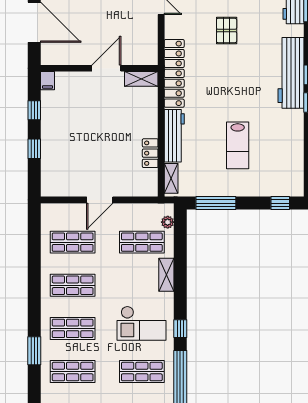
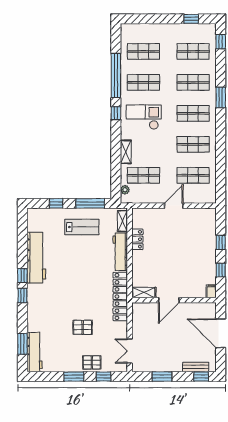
pallet: (227, 30) -> (83, 327), turned 90
workbench: (291, 73) -> (36, 258), moved
lab bench: (238, 145) -> (82, 227), moved, turned 90
window: (280, 203) -> (56, 203), moved

